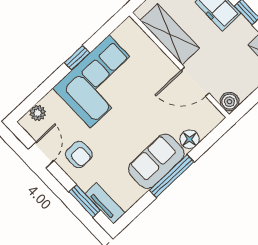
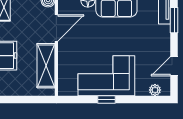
door: (195, 82) -> (56, 28), hinge flipped
armchair: (79, 155) -> (154, 47), removed

